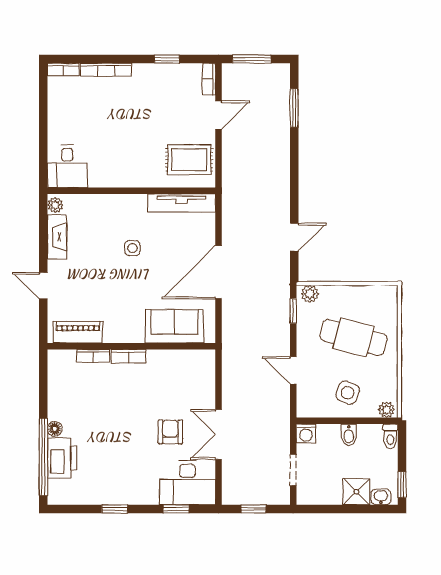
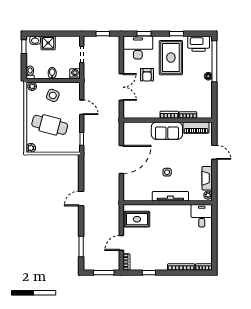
tv unit: (182, 203) -> (170, 196), moved
door: (294, 237) -> (81, 198), moved
plant: (310, 294) -> (31, 148), moved
sofa: (175, 326) -> (167, 131), moved
double door: (219, 434) -> (121, 87), moved
printer: (62, 458) -> (199, 44), moved, turned -90
rug: (125, 464) -> (171, 58), added

